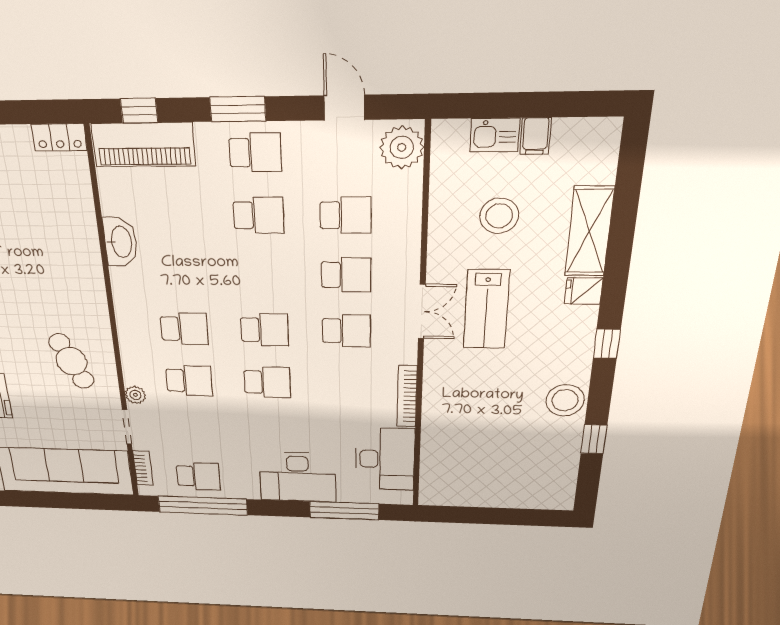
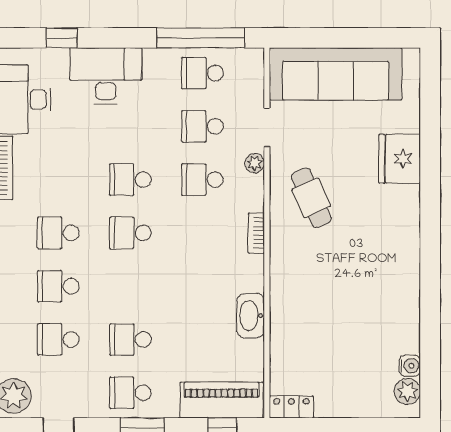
school desk: (184, 329) -> (202, 126), moved
bookcase: (143, 468) -> (256, 233), moved
window: (344, 511) -> (62, 38), width x0.46

